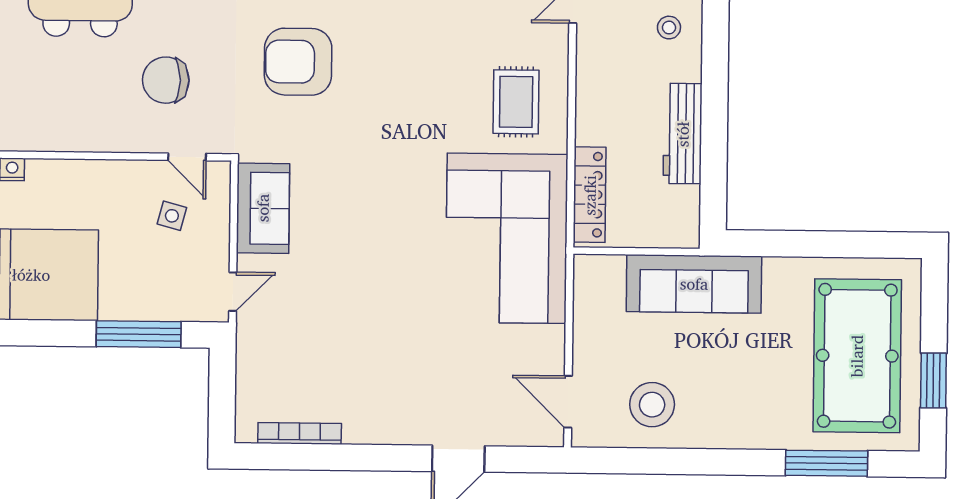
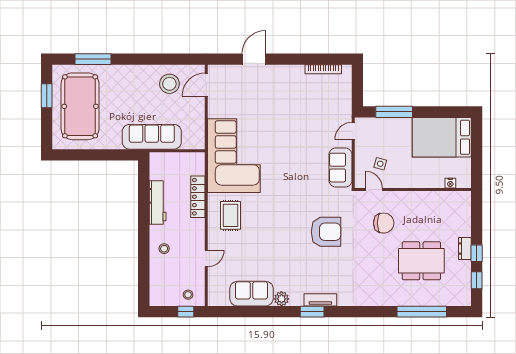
locker: (590, 195) -> (198, 197), moved
door: (568, 402) -> (206, 85), swing flipped

